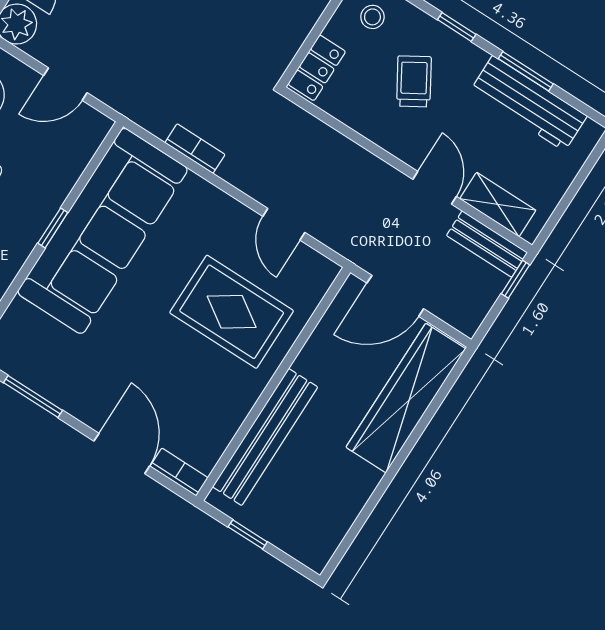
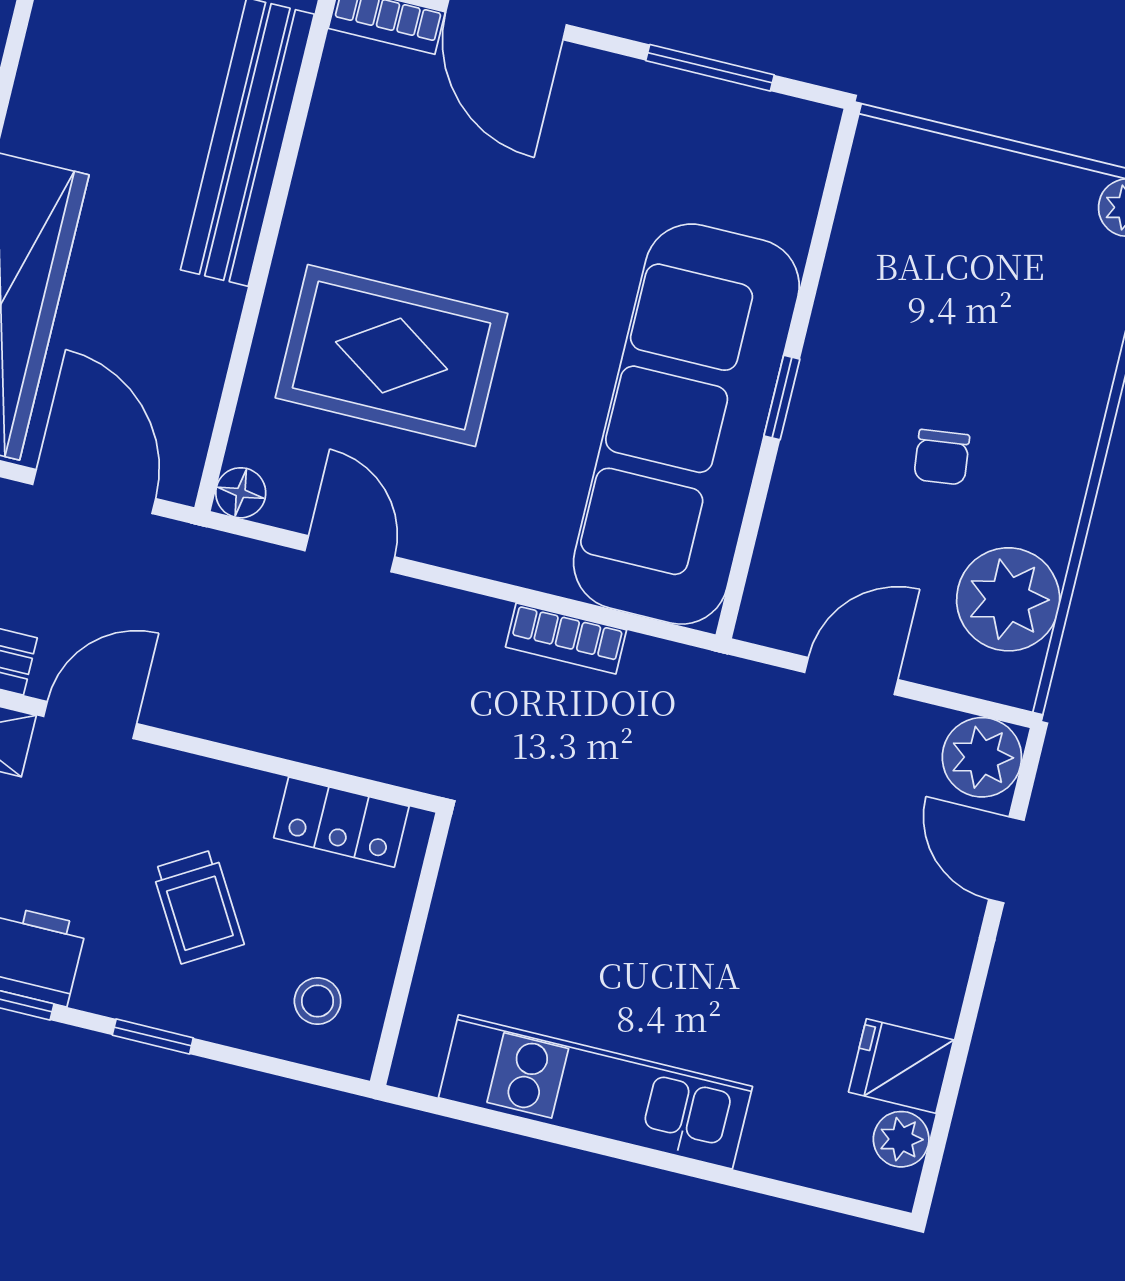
locker: (317, 68) -> (341, 822), moved, turned -90
door: (435, 188) -> (90, 720), swing flipped
floor lamp: (326, 271) -> (241, 493), added
door: (395, 296) -> (94, 491), hinge flipped

